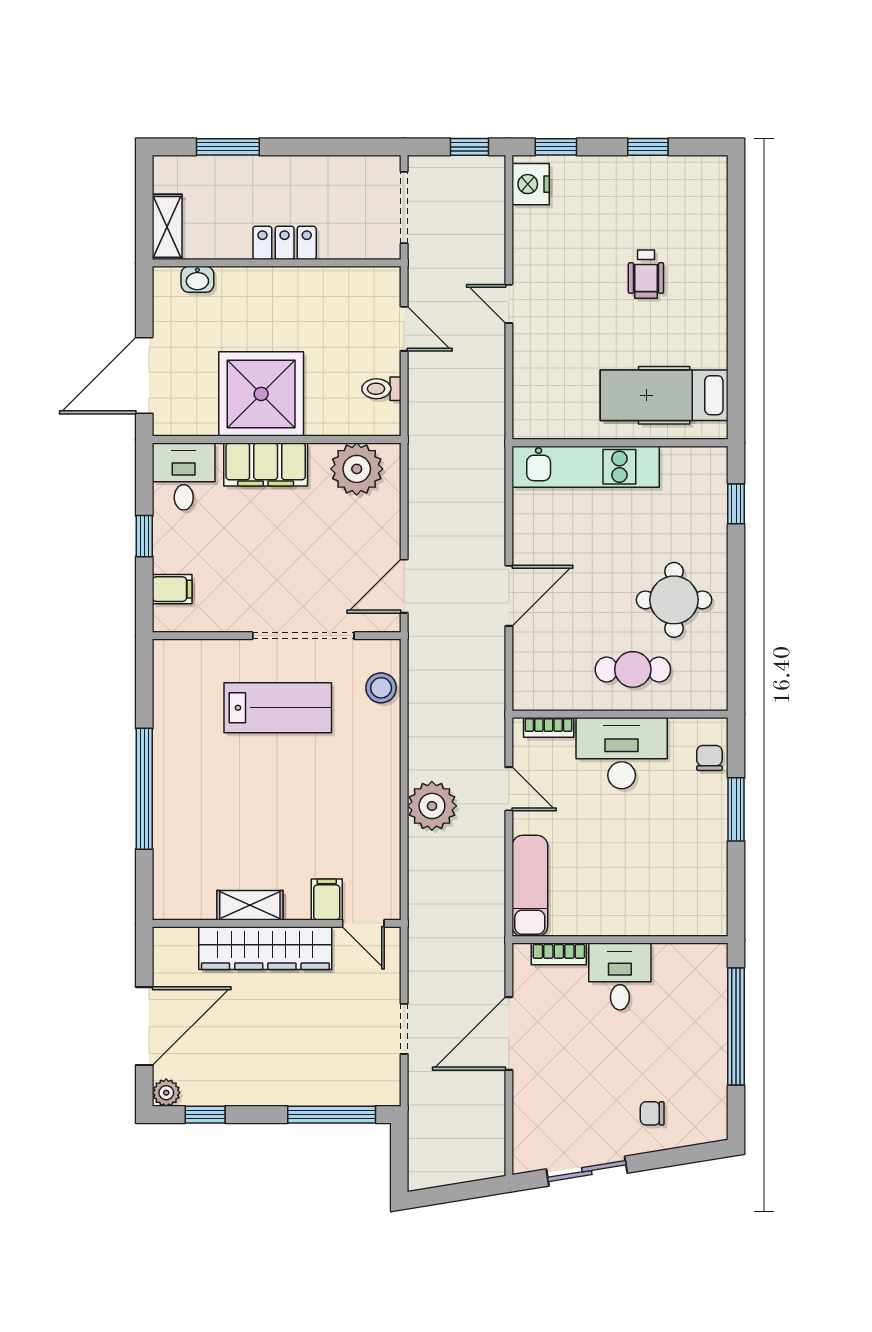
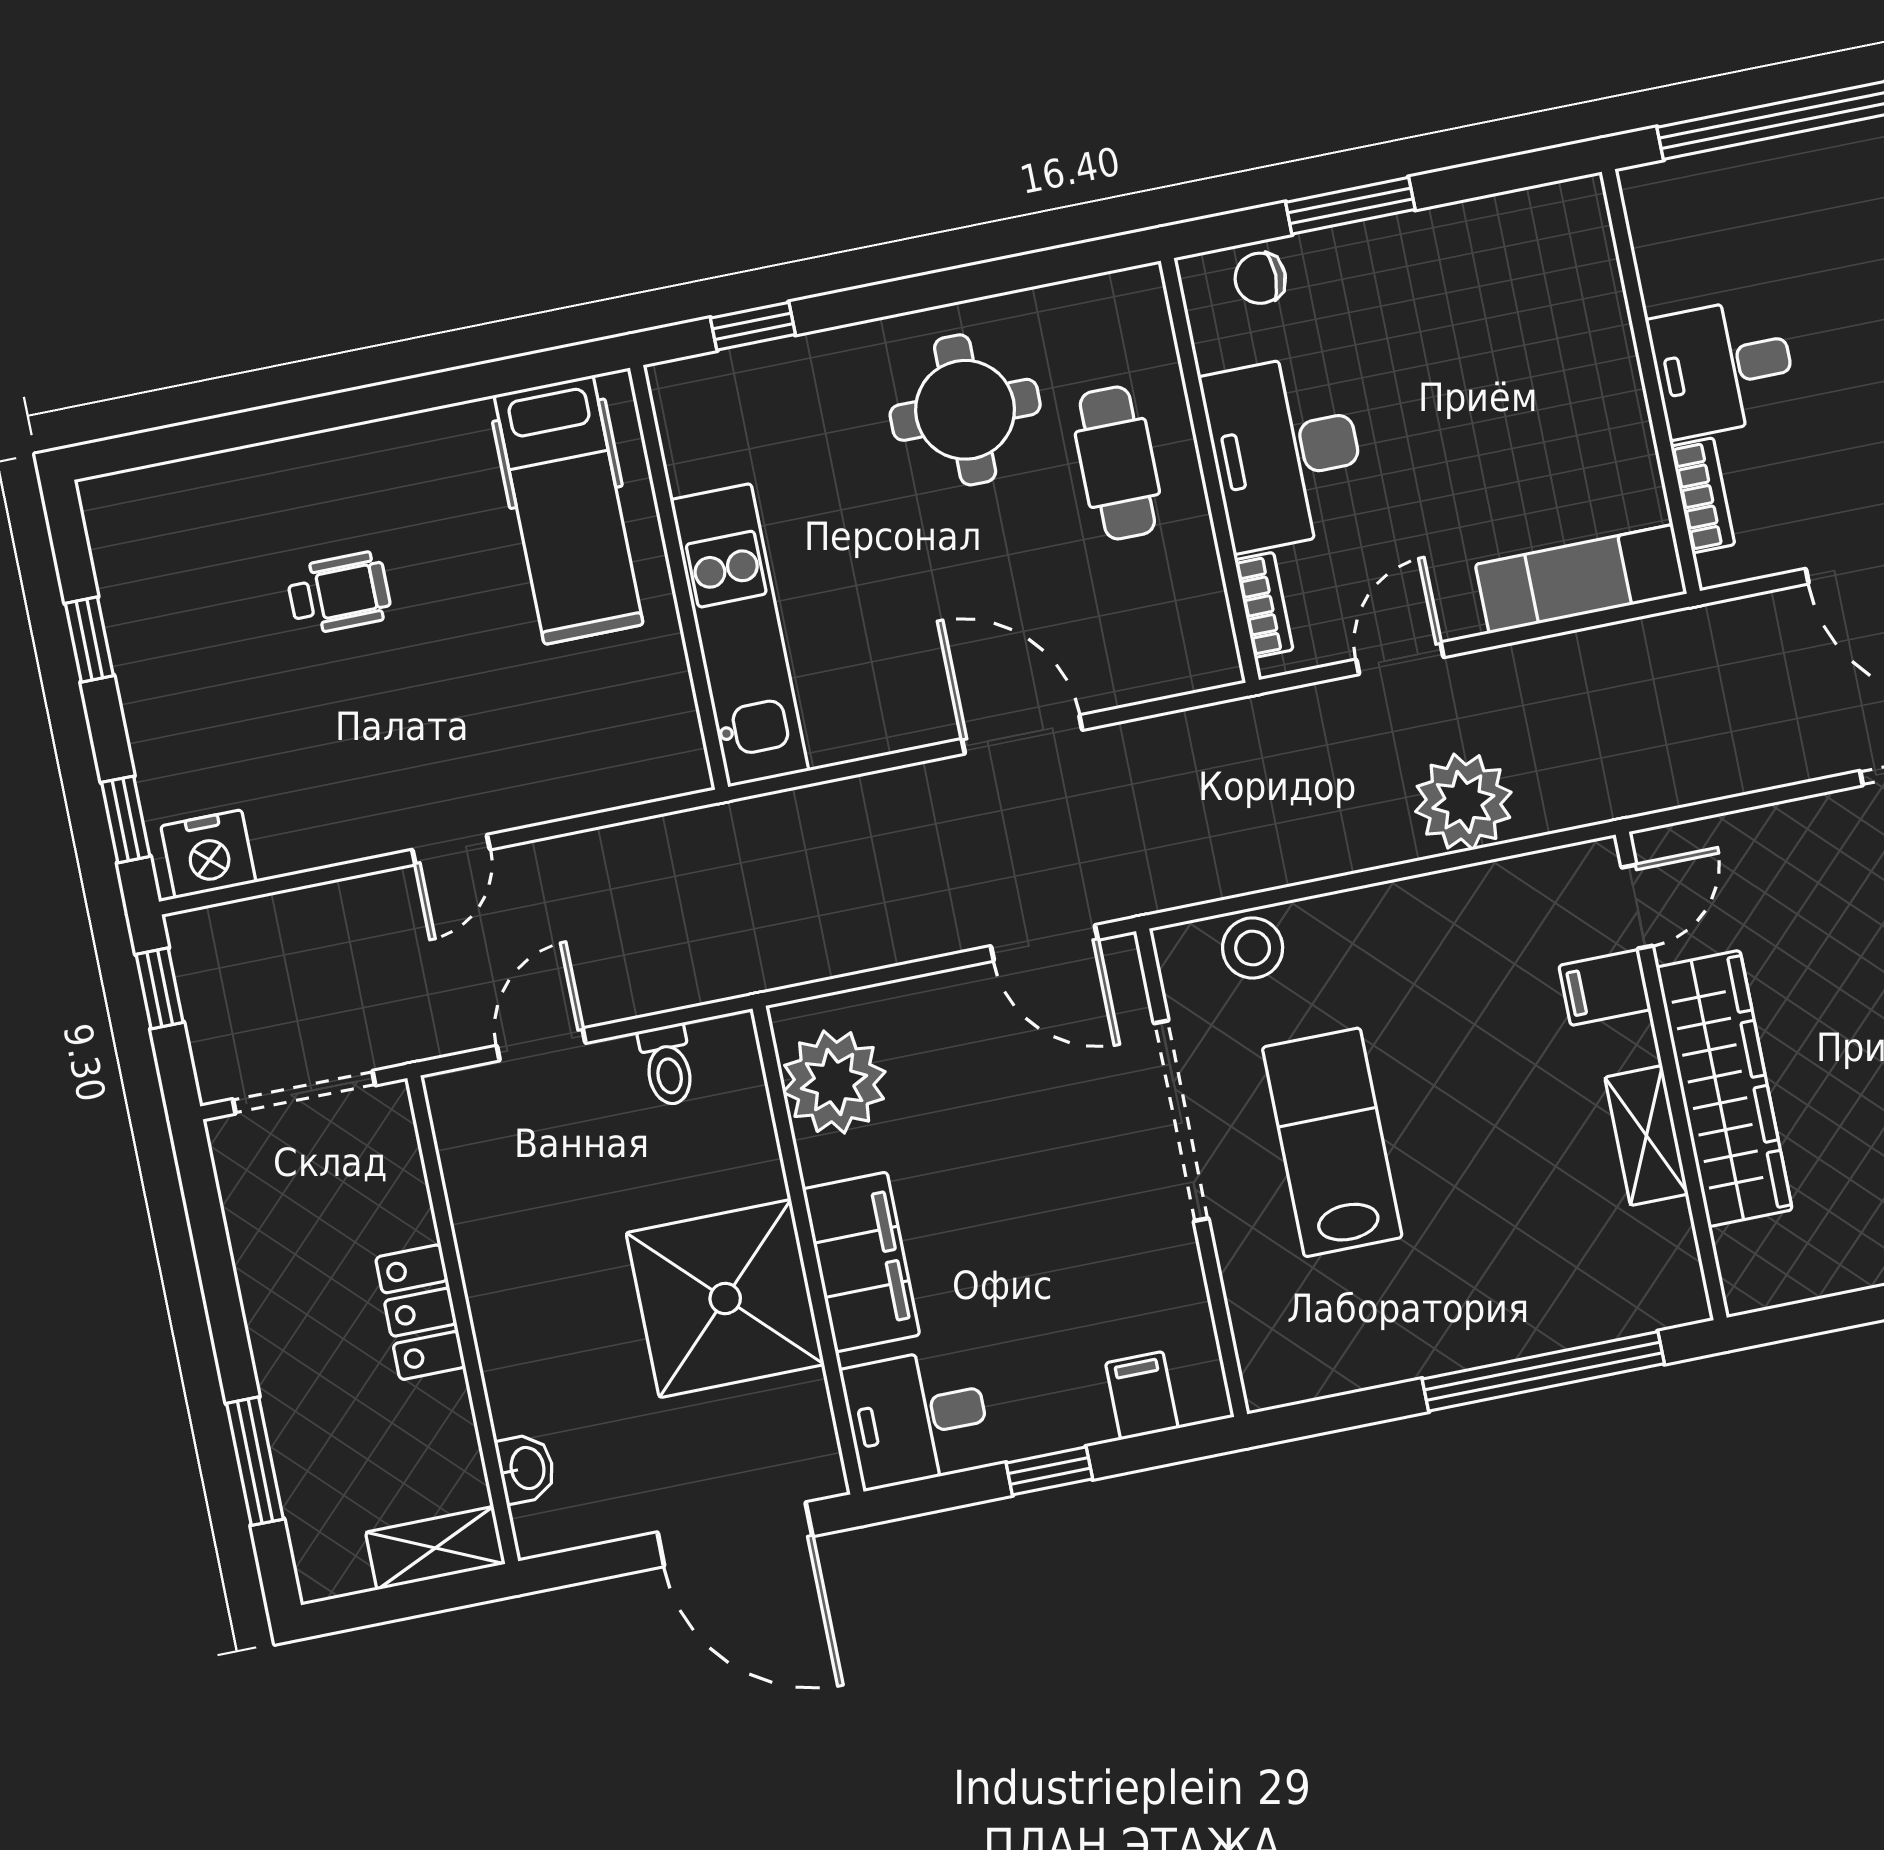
filing cabinet: (327, 900) -> (1605, 988), moved
shelving: (250, 905) -> (1646, 1136), moved
wall: (277, 923) -> (1671, 1076), moved
door: (363, 923) -> (1637, 907), moved
wardrobe: (265, 948) -> (1724, 1089), moved

